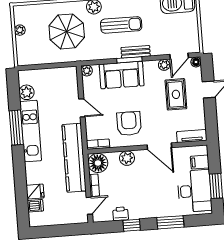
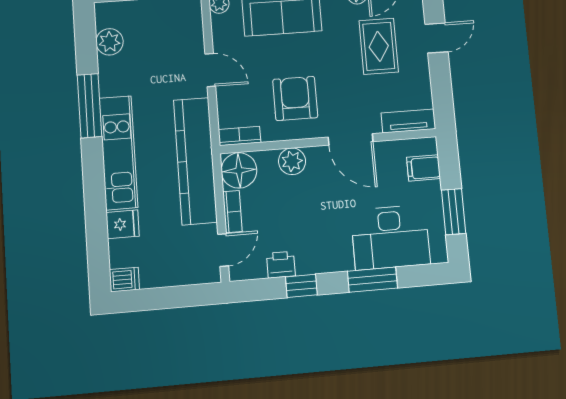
kitchen unit: (31, 131) -> (118, 153), moved
desk: (194, 191) -> (390, 237), moved, turned 90
dishwasher: (35, 206) -> (124, 279), moved

